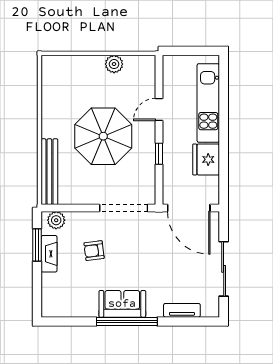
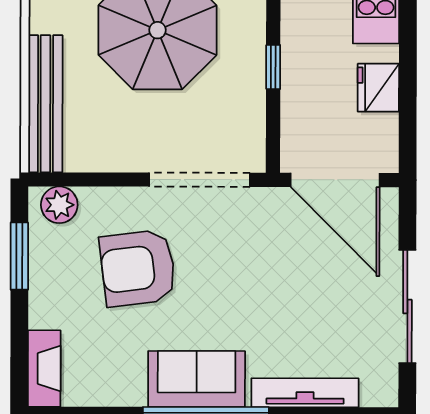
fridge: (206, 159) -> (378, 88), width x0.73, depth x0.75
armchair: (94, 251) -> (138, 268), width x1.88, depth x1.88
fireplace: (49, 254) -> (44, 368), moved
tv unit: (182, 310) -> (305, 393), width x1.41

